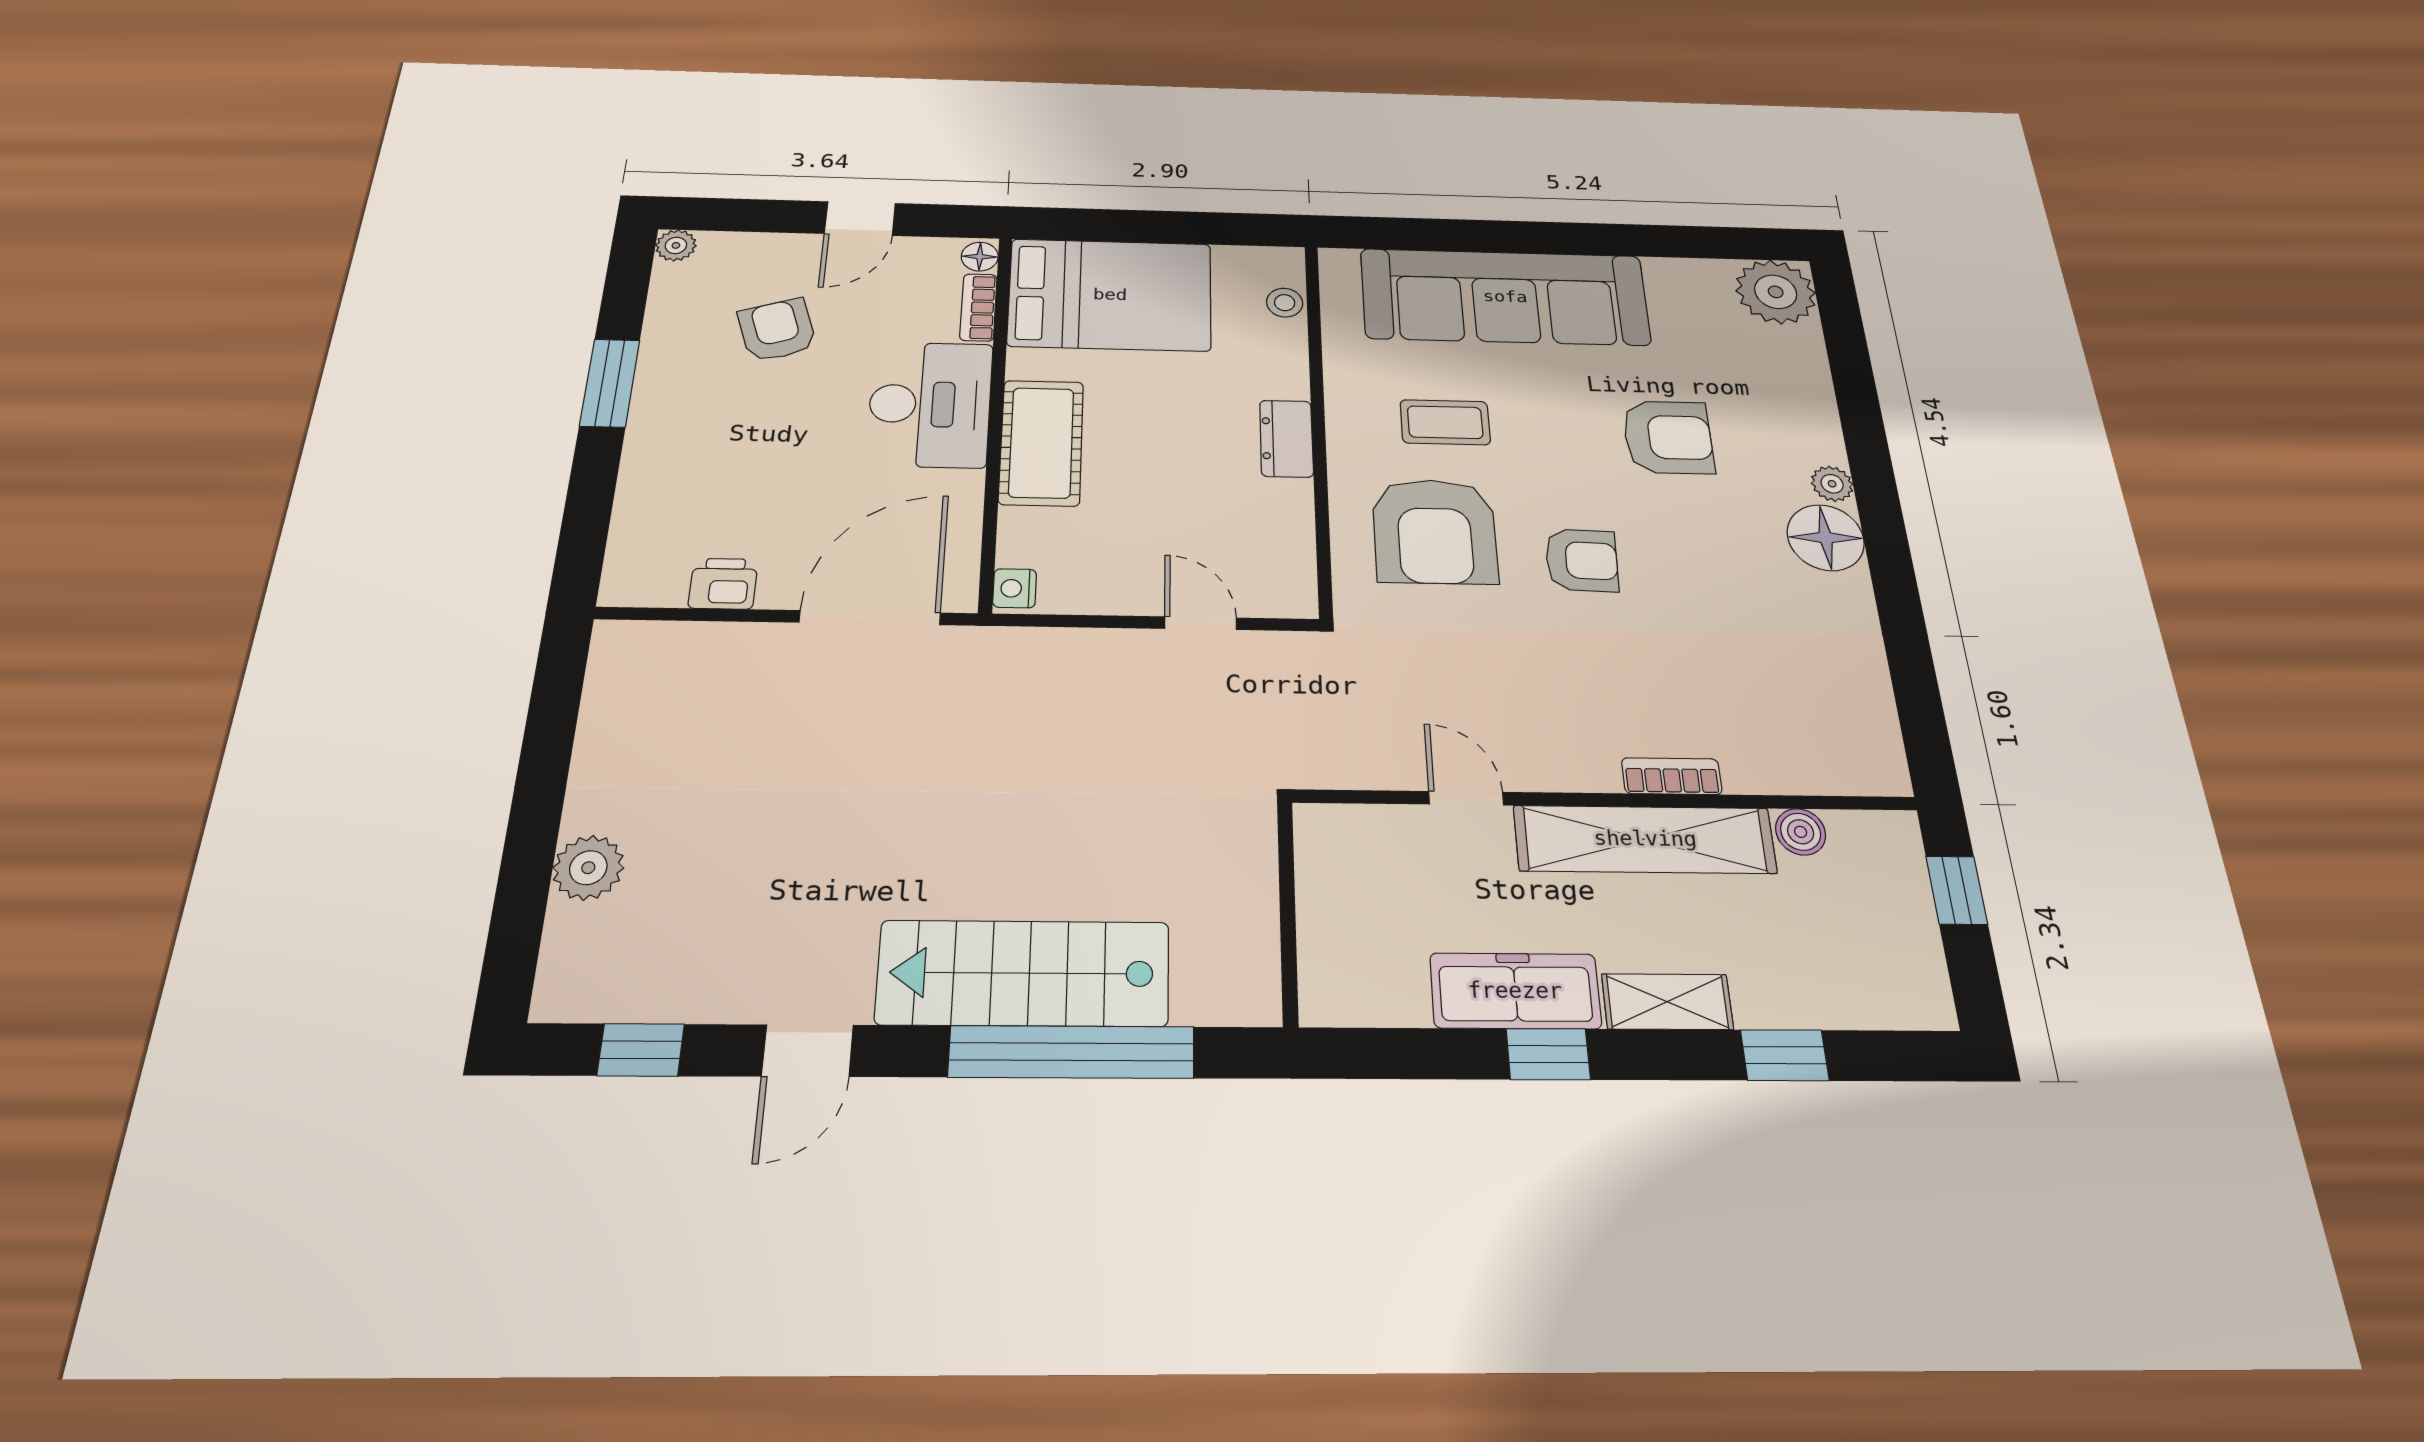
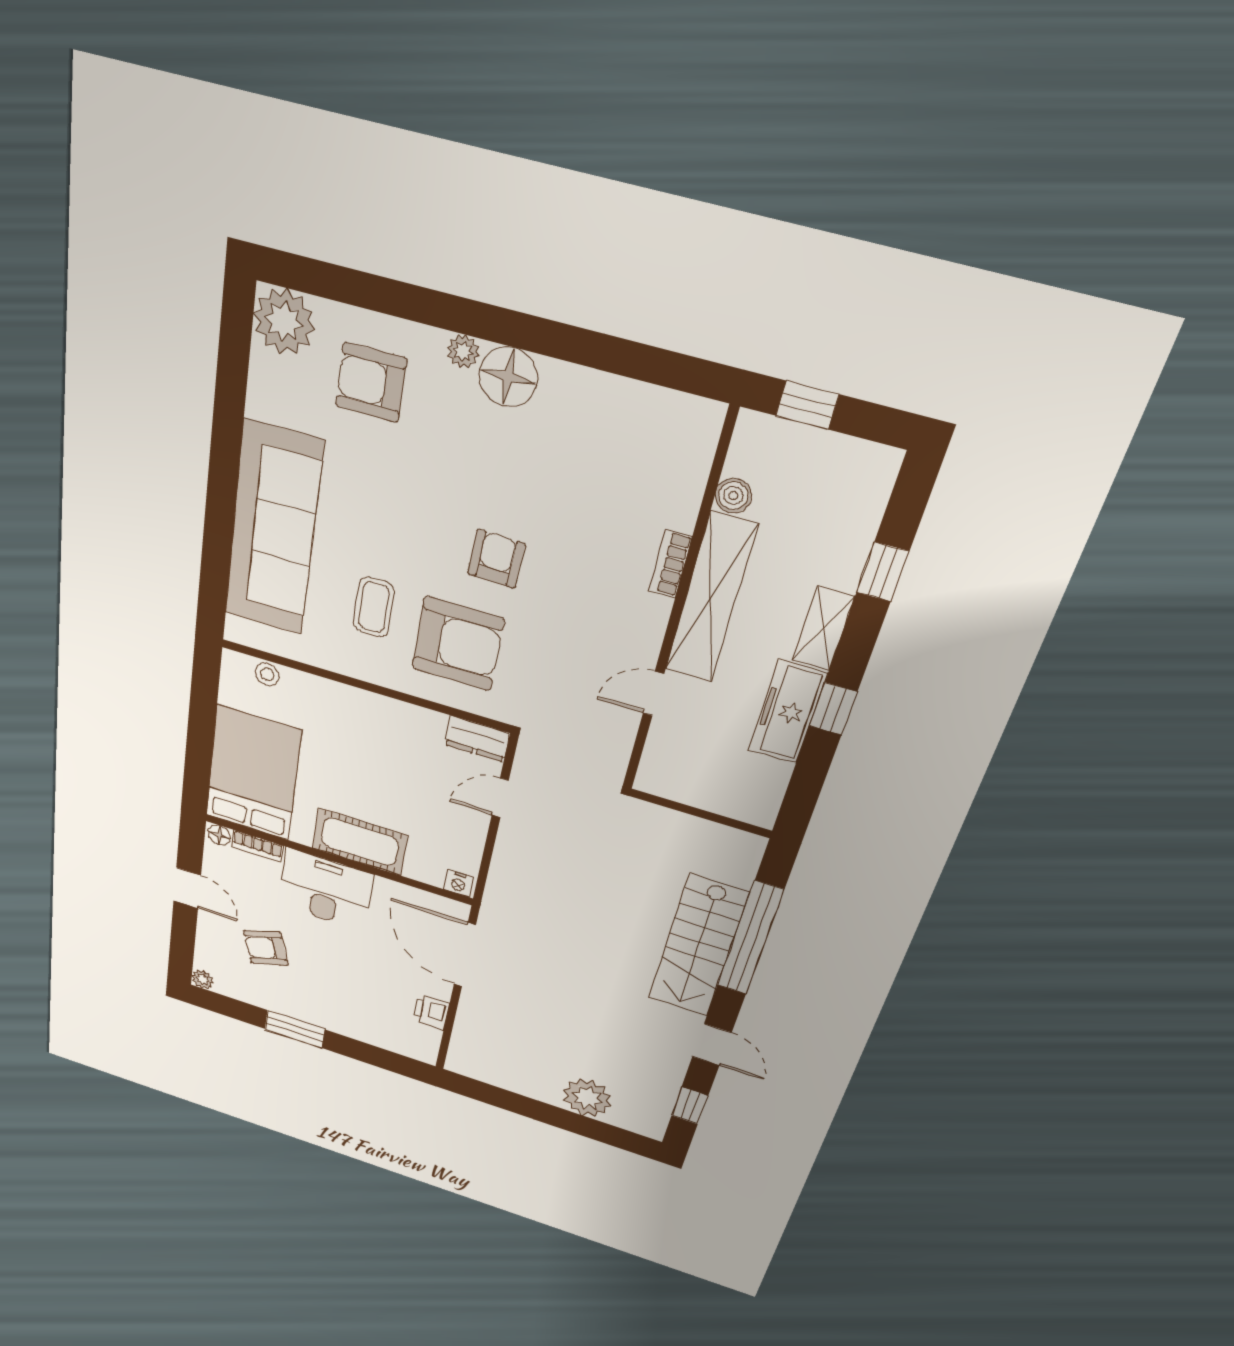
armchair: (1668, 437) -> (371, 382), moved, turned -90
dresser: (1286, 439) -> (477, 739), moved
plant: (588, 868) -> (587, 1098), width x1.36, depth x1.36

